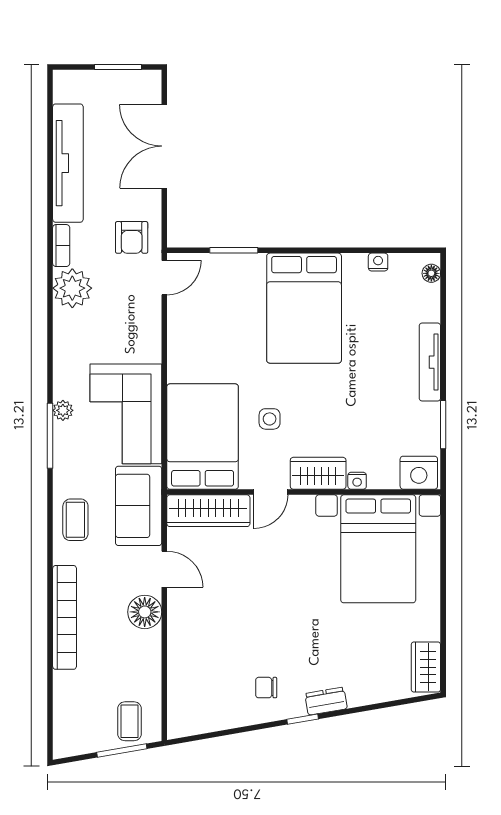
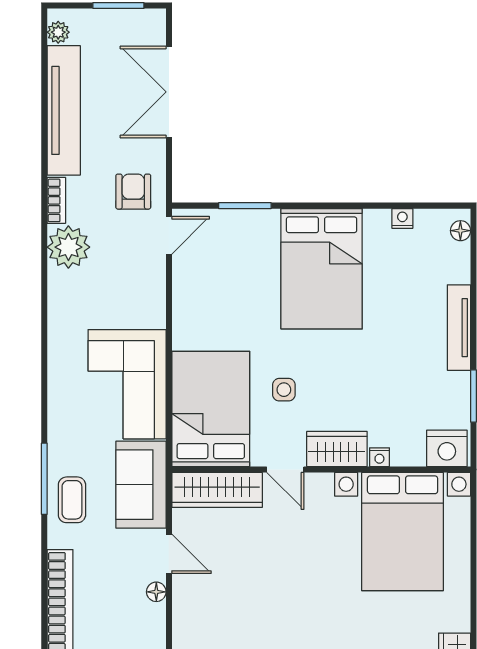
armchair: (132, 237) -> (133, 192), turned 180
plant: (63, 410) -> (58, 32), moved
window: (50, 436) -> (44, 479), moved
door: (271, 492) -> (285, 469), hinge flipped
floor lamp: (145, 612) -> (156, 592), width x0.53, depth x0.53

